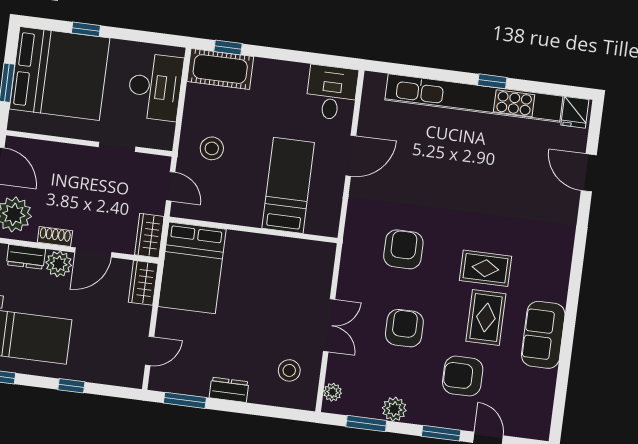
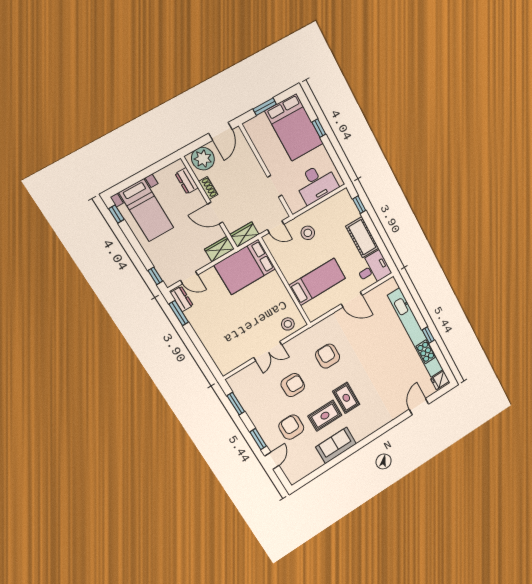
cot: (220, 69) -> (362, 237), moved
bed: (60, 74) -> (294, 127), width x0.73
door: (171, 186) -> (276, 227), hinge flipped
armchair: (403, 249) -> (328, 356), turned -90
plant: (59, 264) -> (196, 200), removed
stool: (289, 370) -> (288, 324), moved
window: (71, 386) -> (155, 276), moved
dresser: (229, 390) -> (182, 299), moved
plant: (333, 392) -> (238, 377), removed
plant: (394, 409) -> (253, 410), removed

